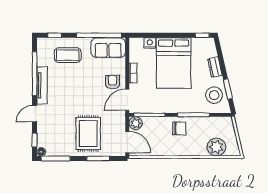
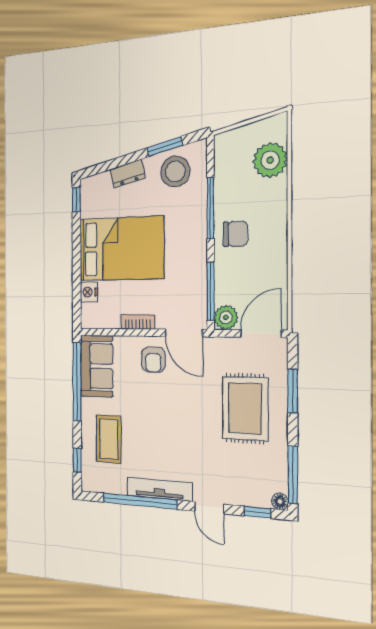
armchair: (113, 82) -> (153, 360), turned -90
chair: (179, 128) -> (235, 234), turned 90
rug: (88, 134) -> (245, 408), turned 90

